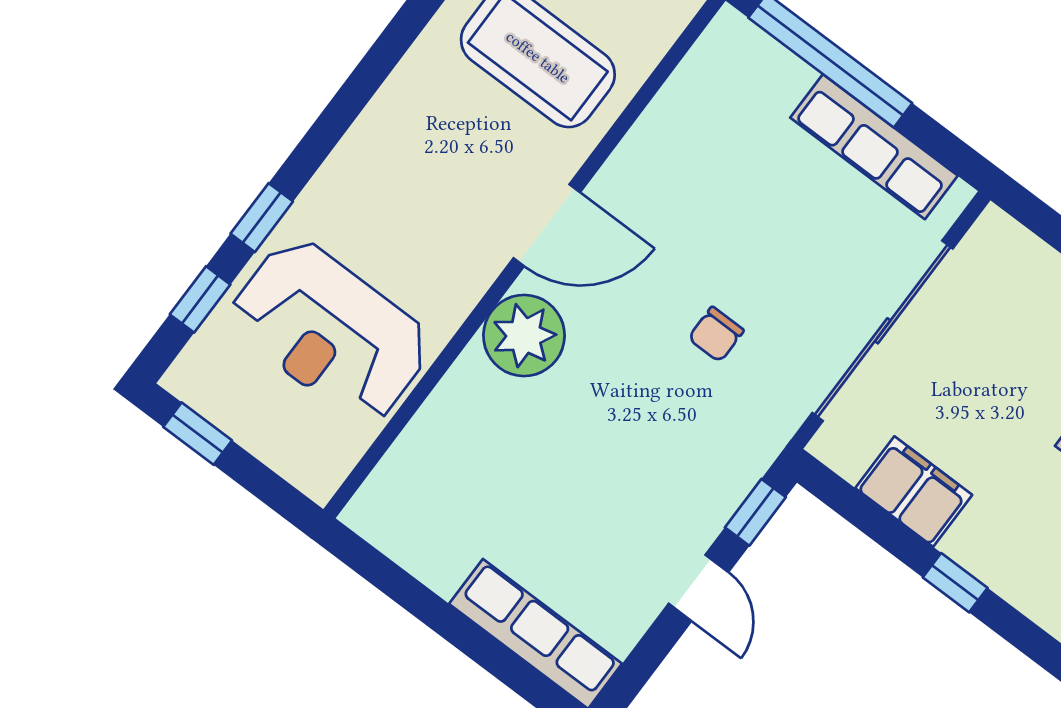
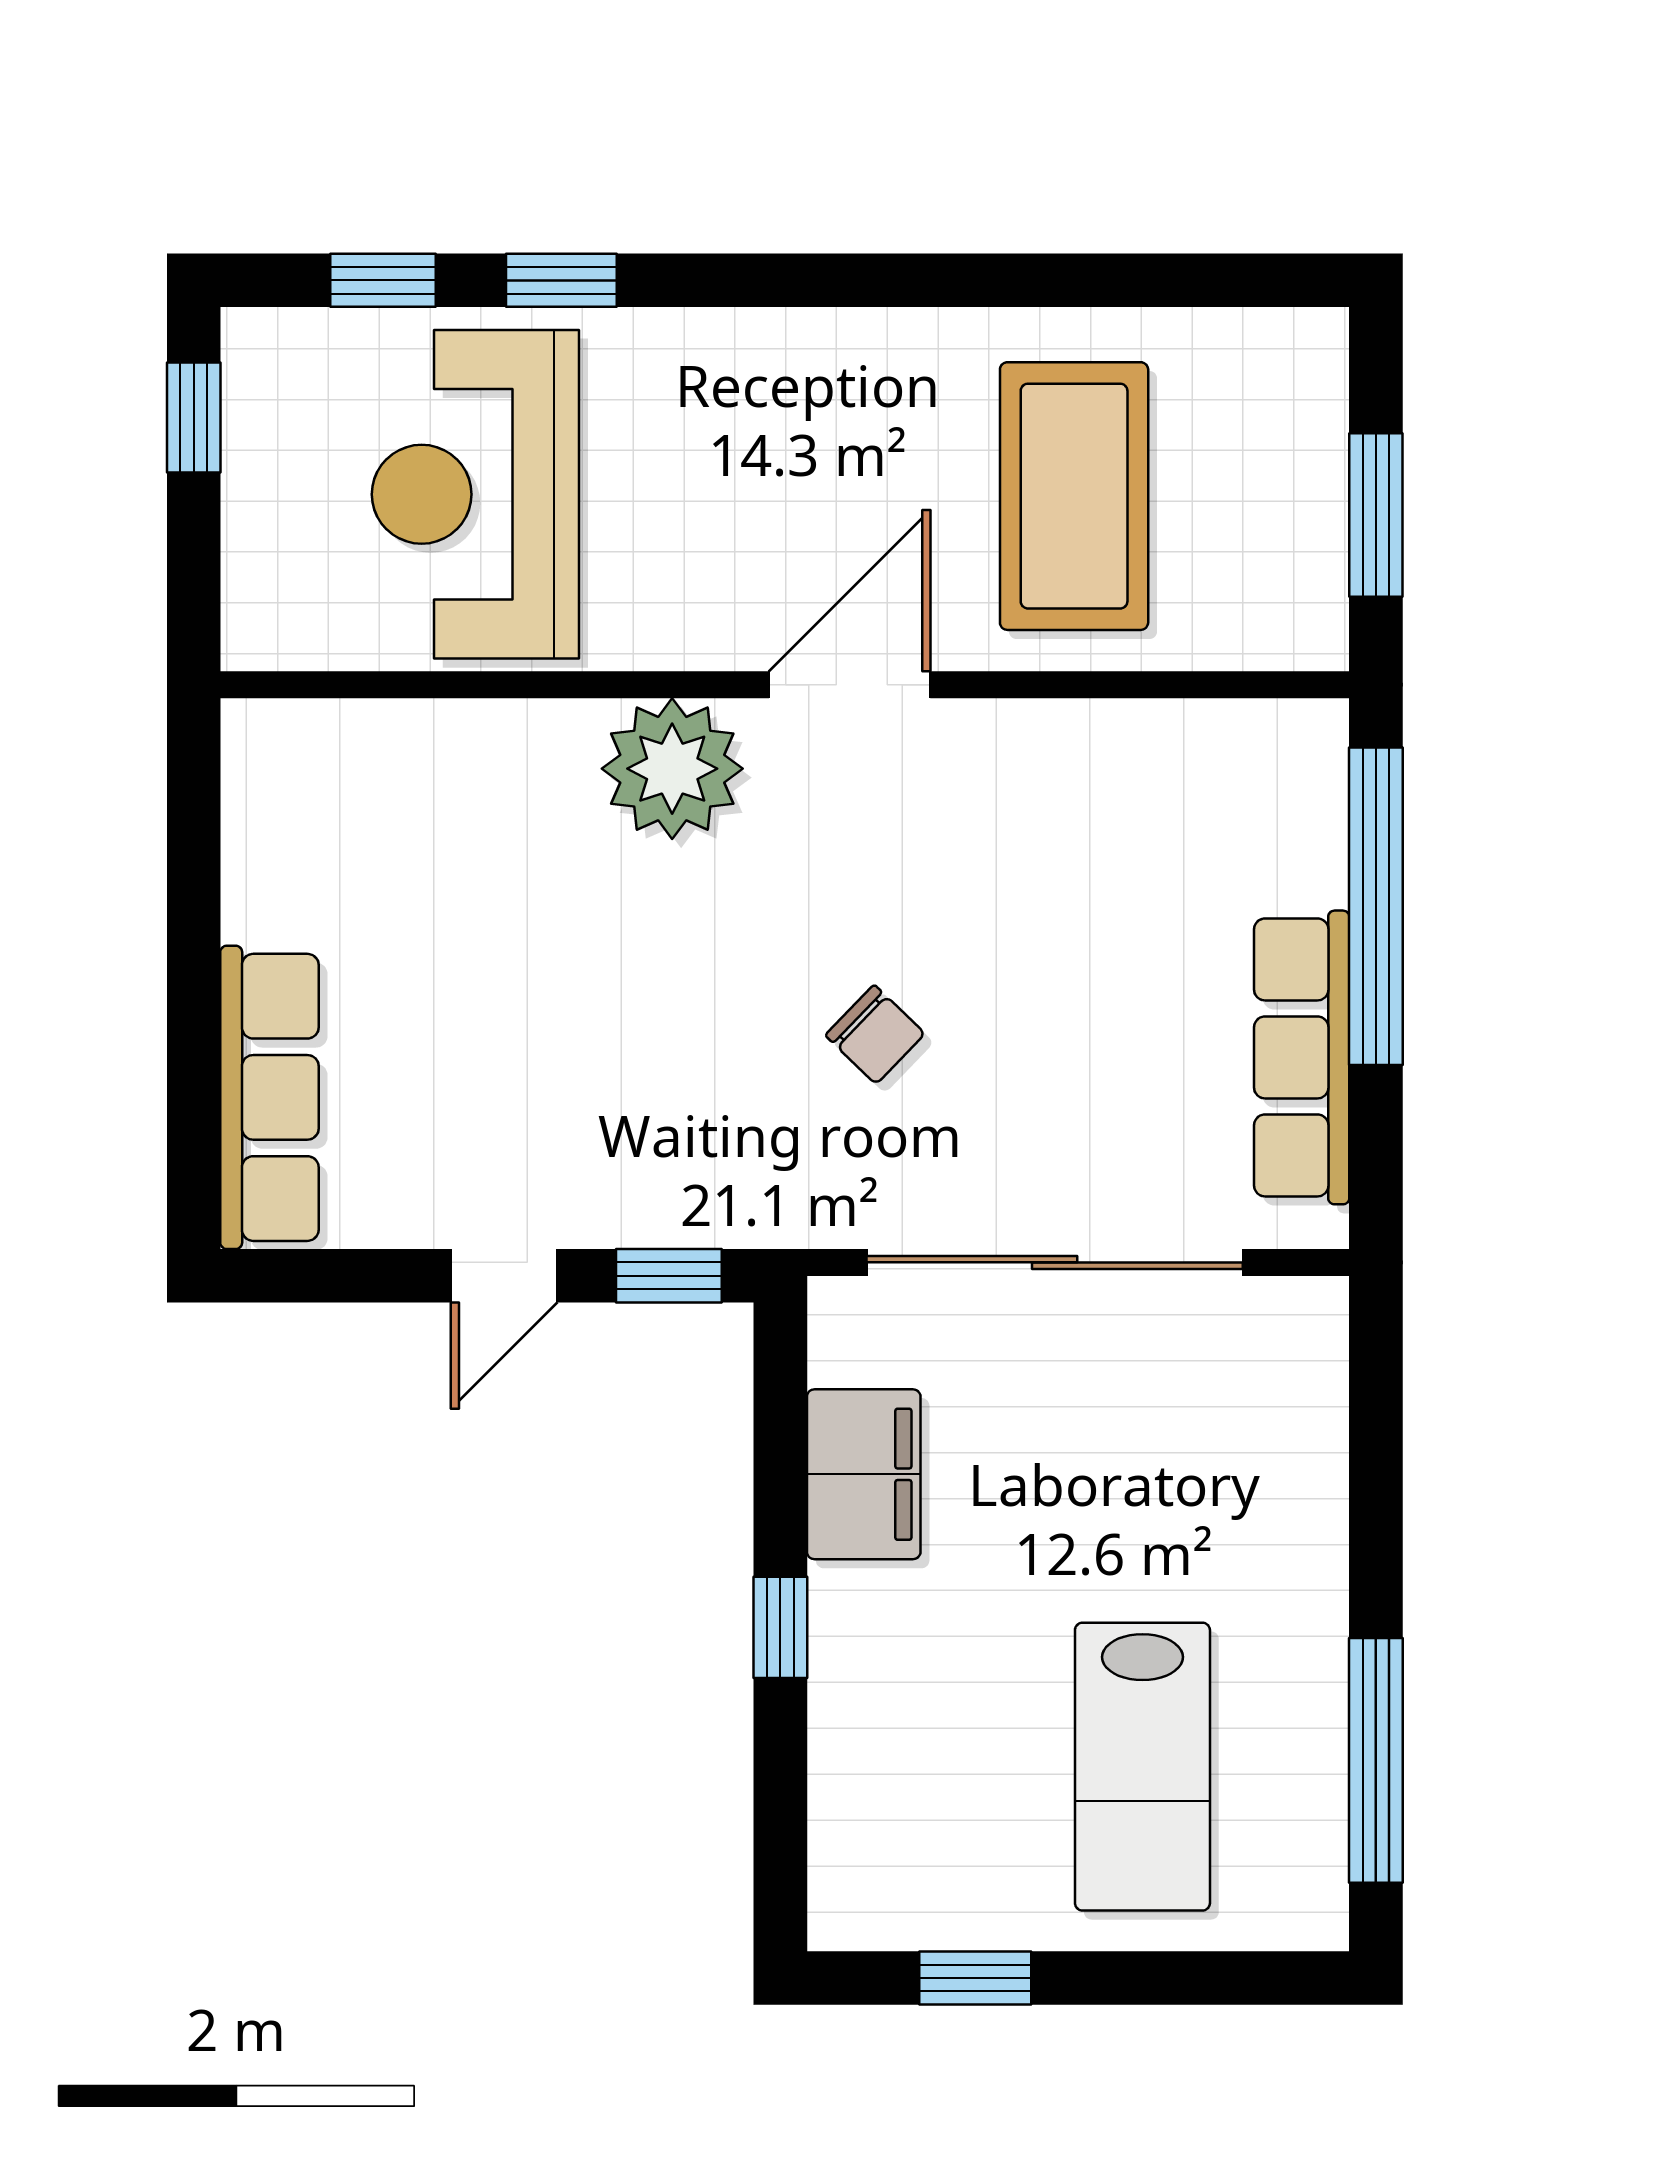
door: (547, 225) -> (850, 685), swing flipped
chair: (716, 334) -> (875, 1034), turned -136

